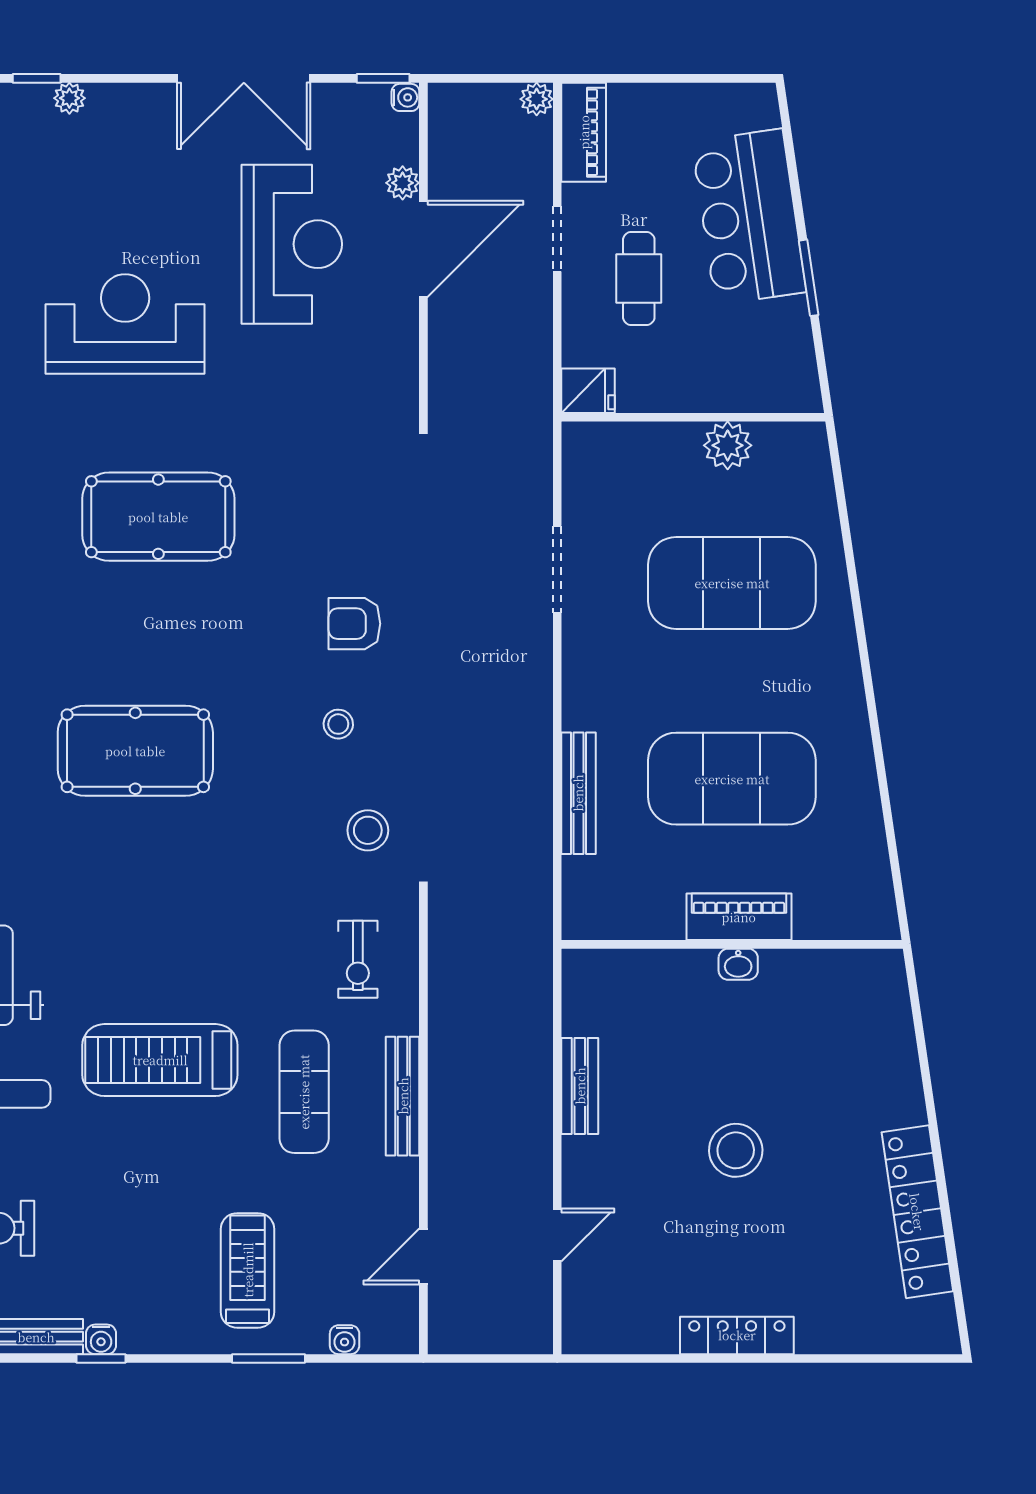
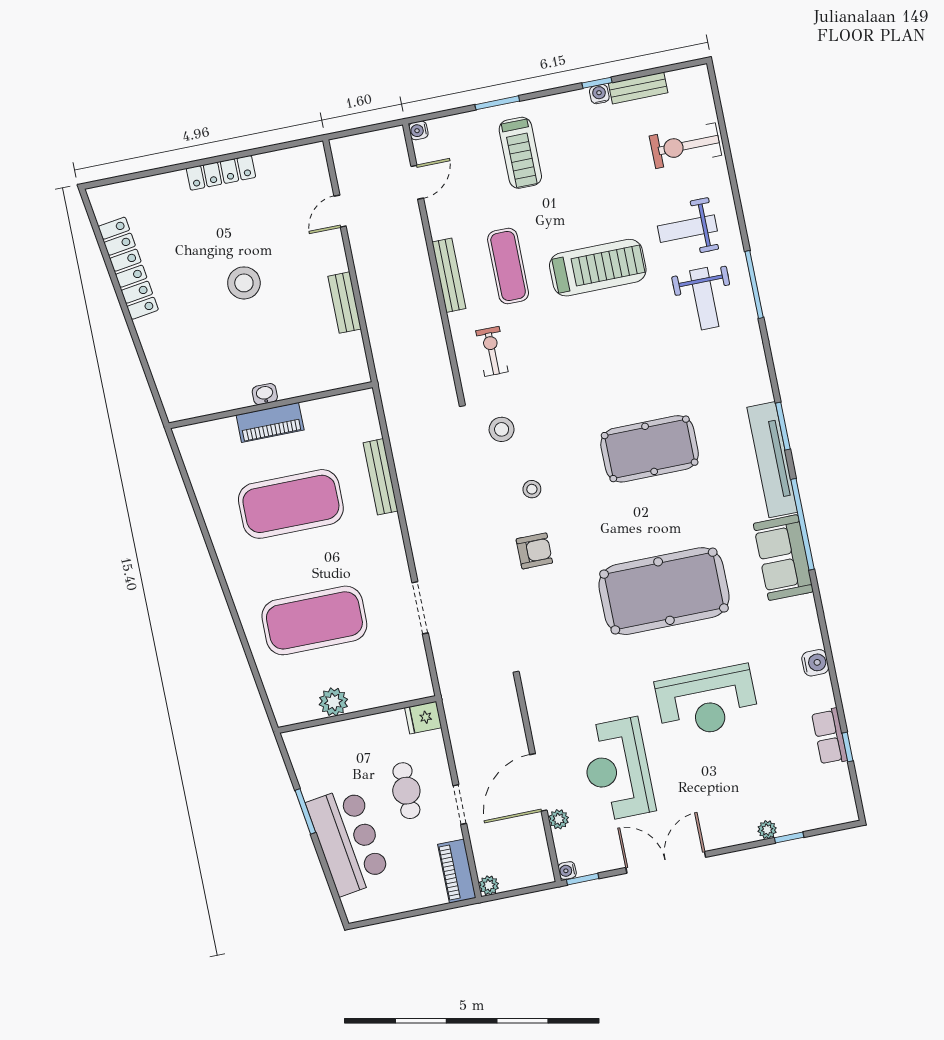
pool table: (158, 517) -> (664, 591), width x1.36, depth x1.32
water cooler: (345, 1340) -> (418, 130), moved, turned -90

